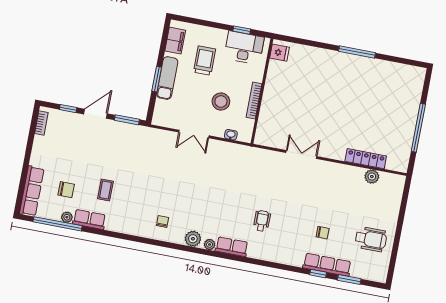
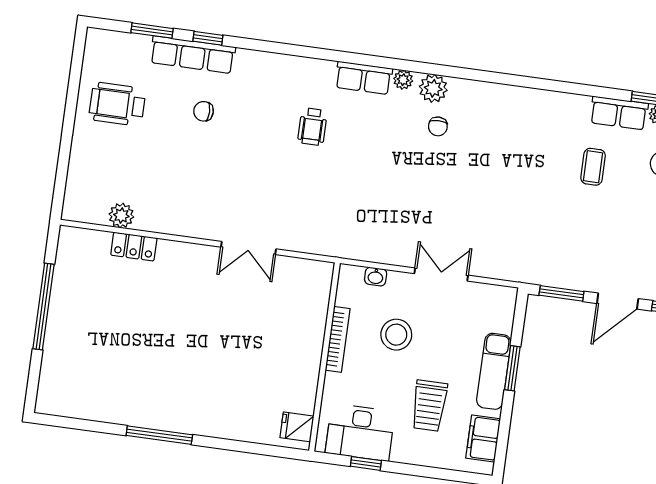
locker: (366, 159) -> (134, 247), width x0.66
chair: (163, 221) -> (438, 126), moved

